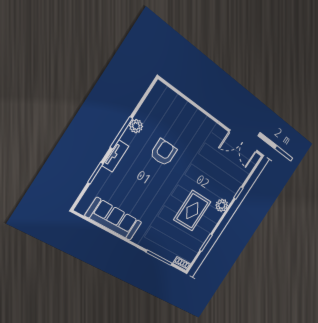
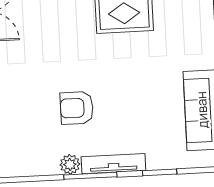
tv unit: (115, 156) -> (113, 164), width x1.41

